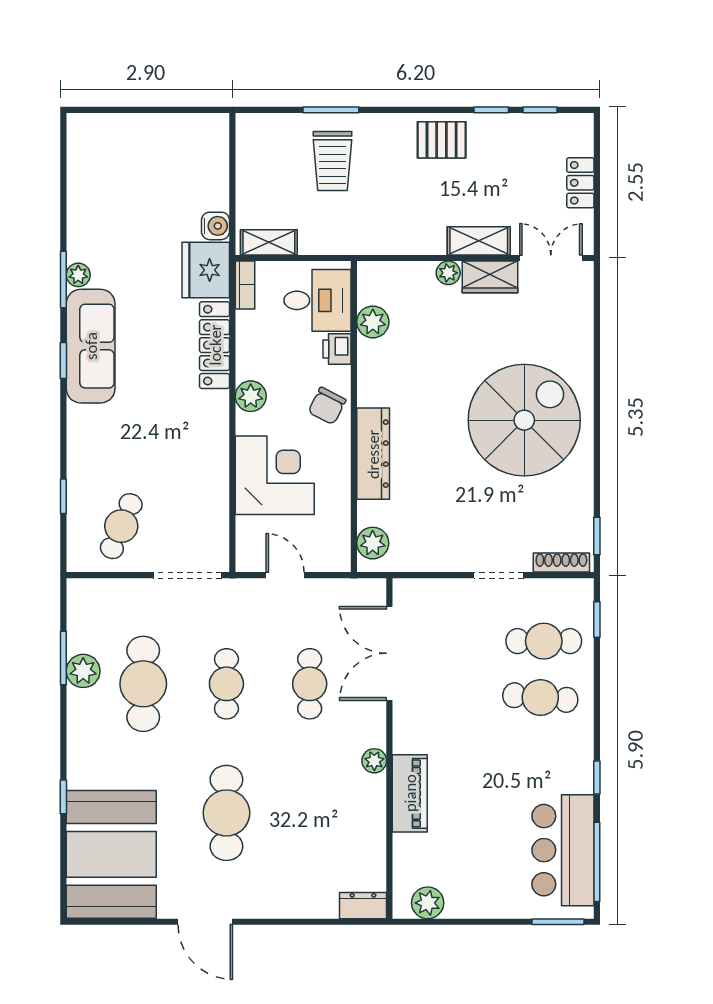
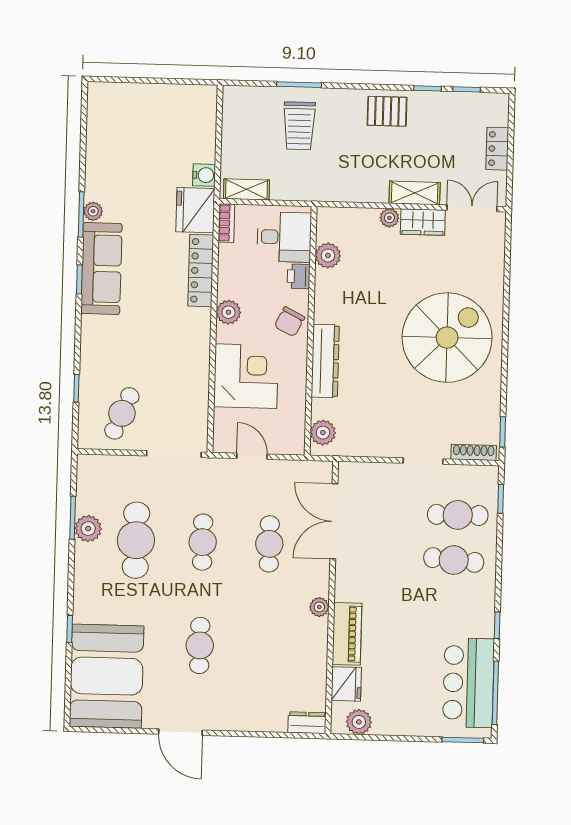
cafe table: (226, 813) -> (200, 645), width x0.73, depth x0.74
fridge: (411, 856) -> (346, 684), added

